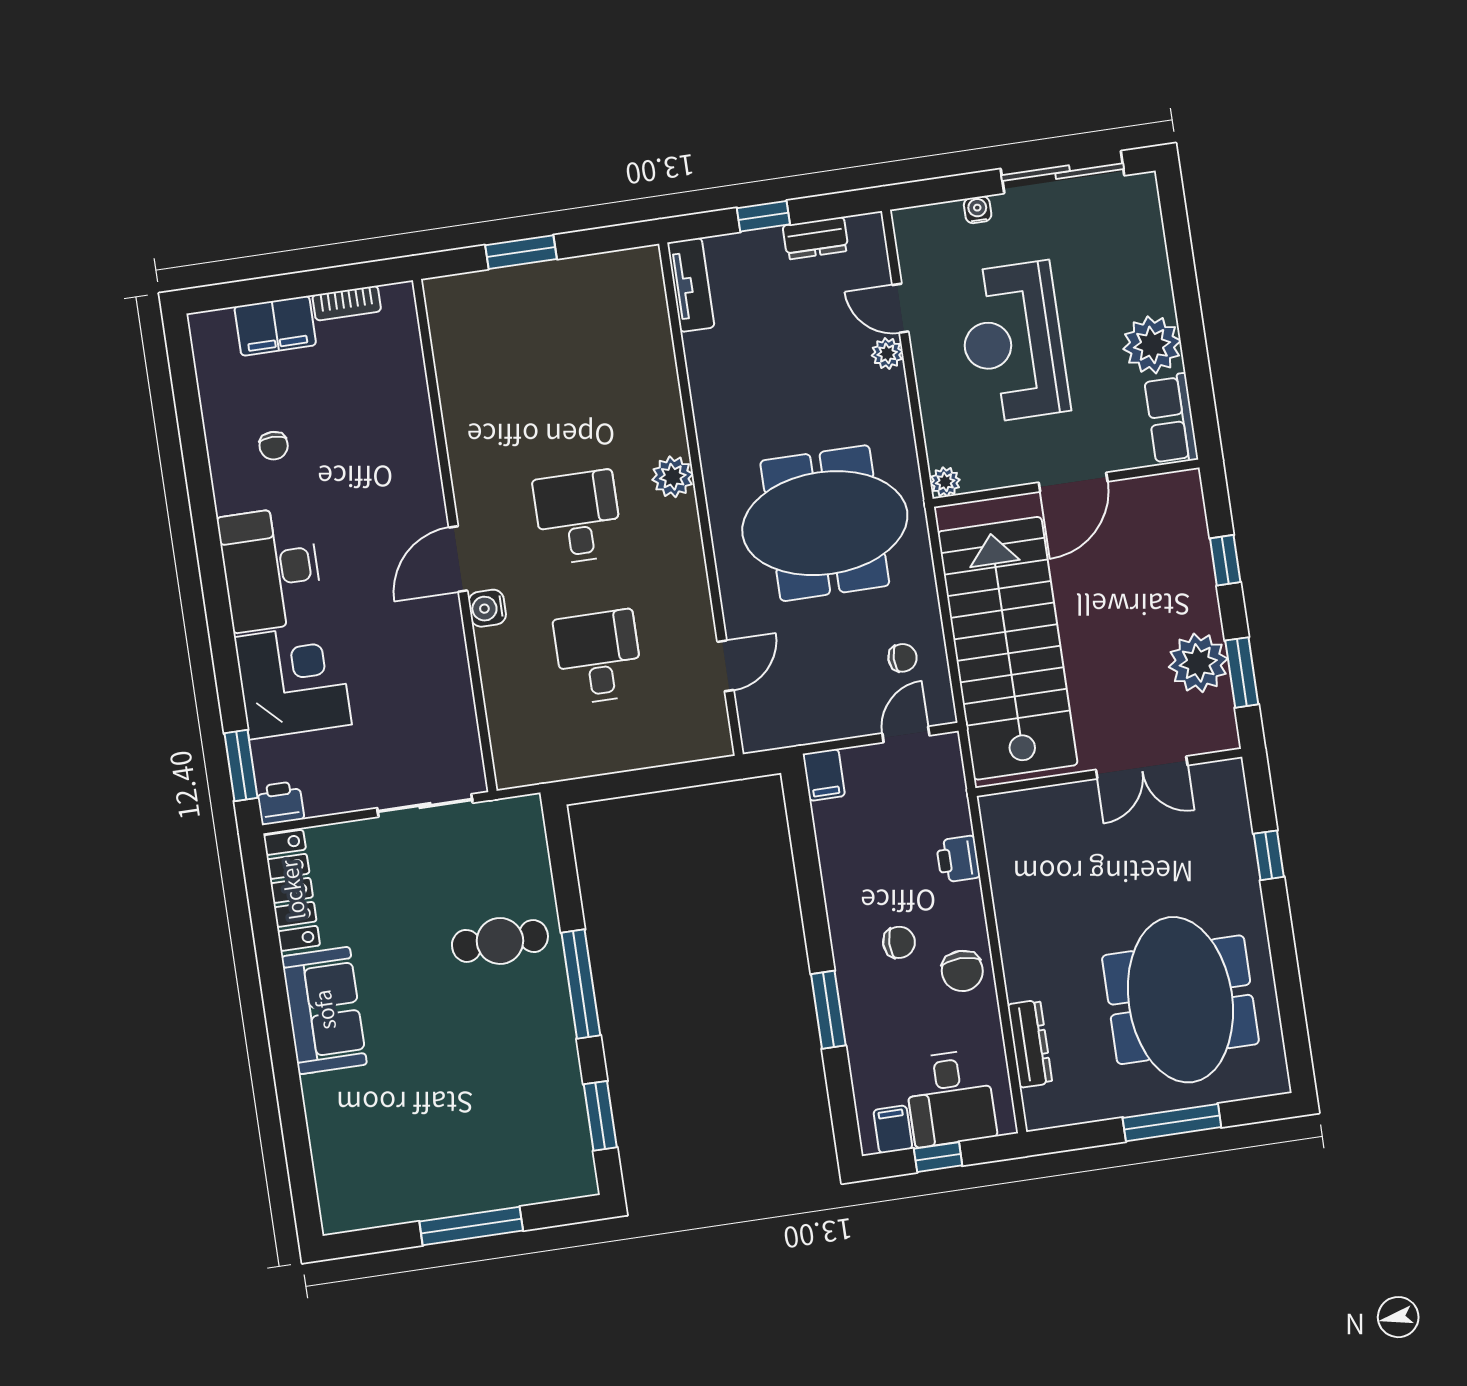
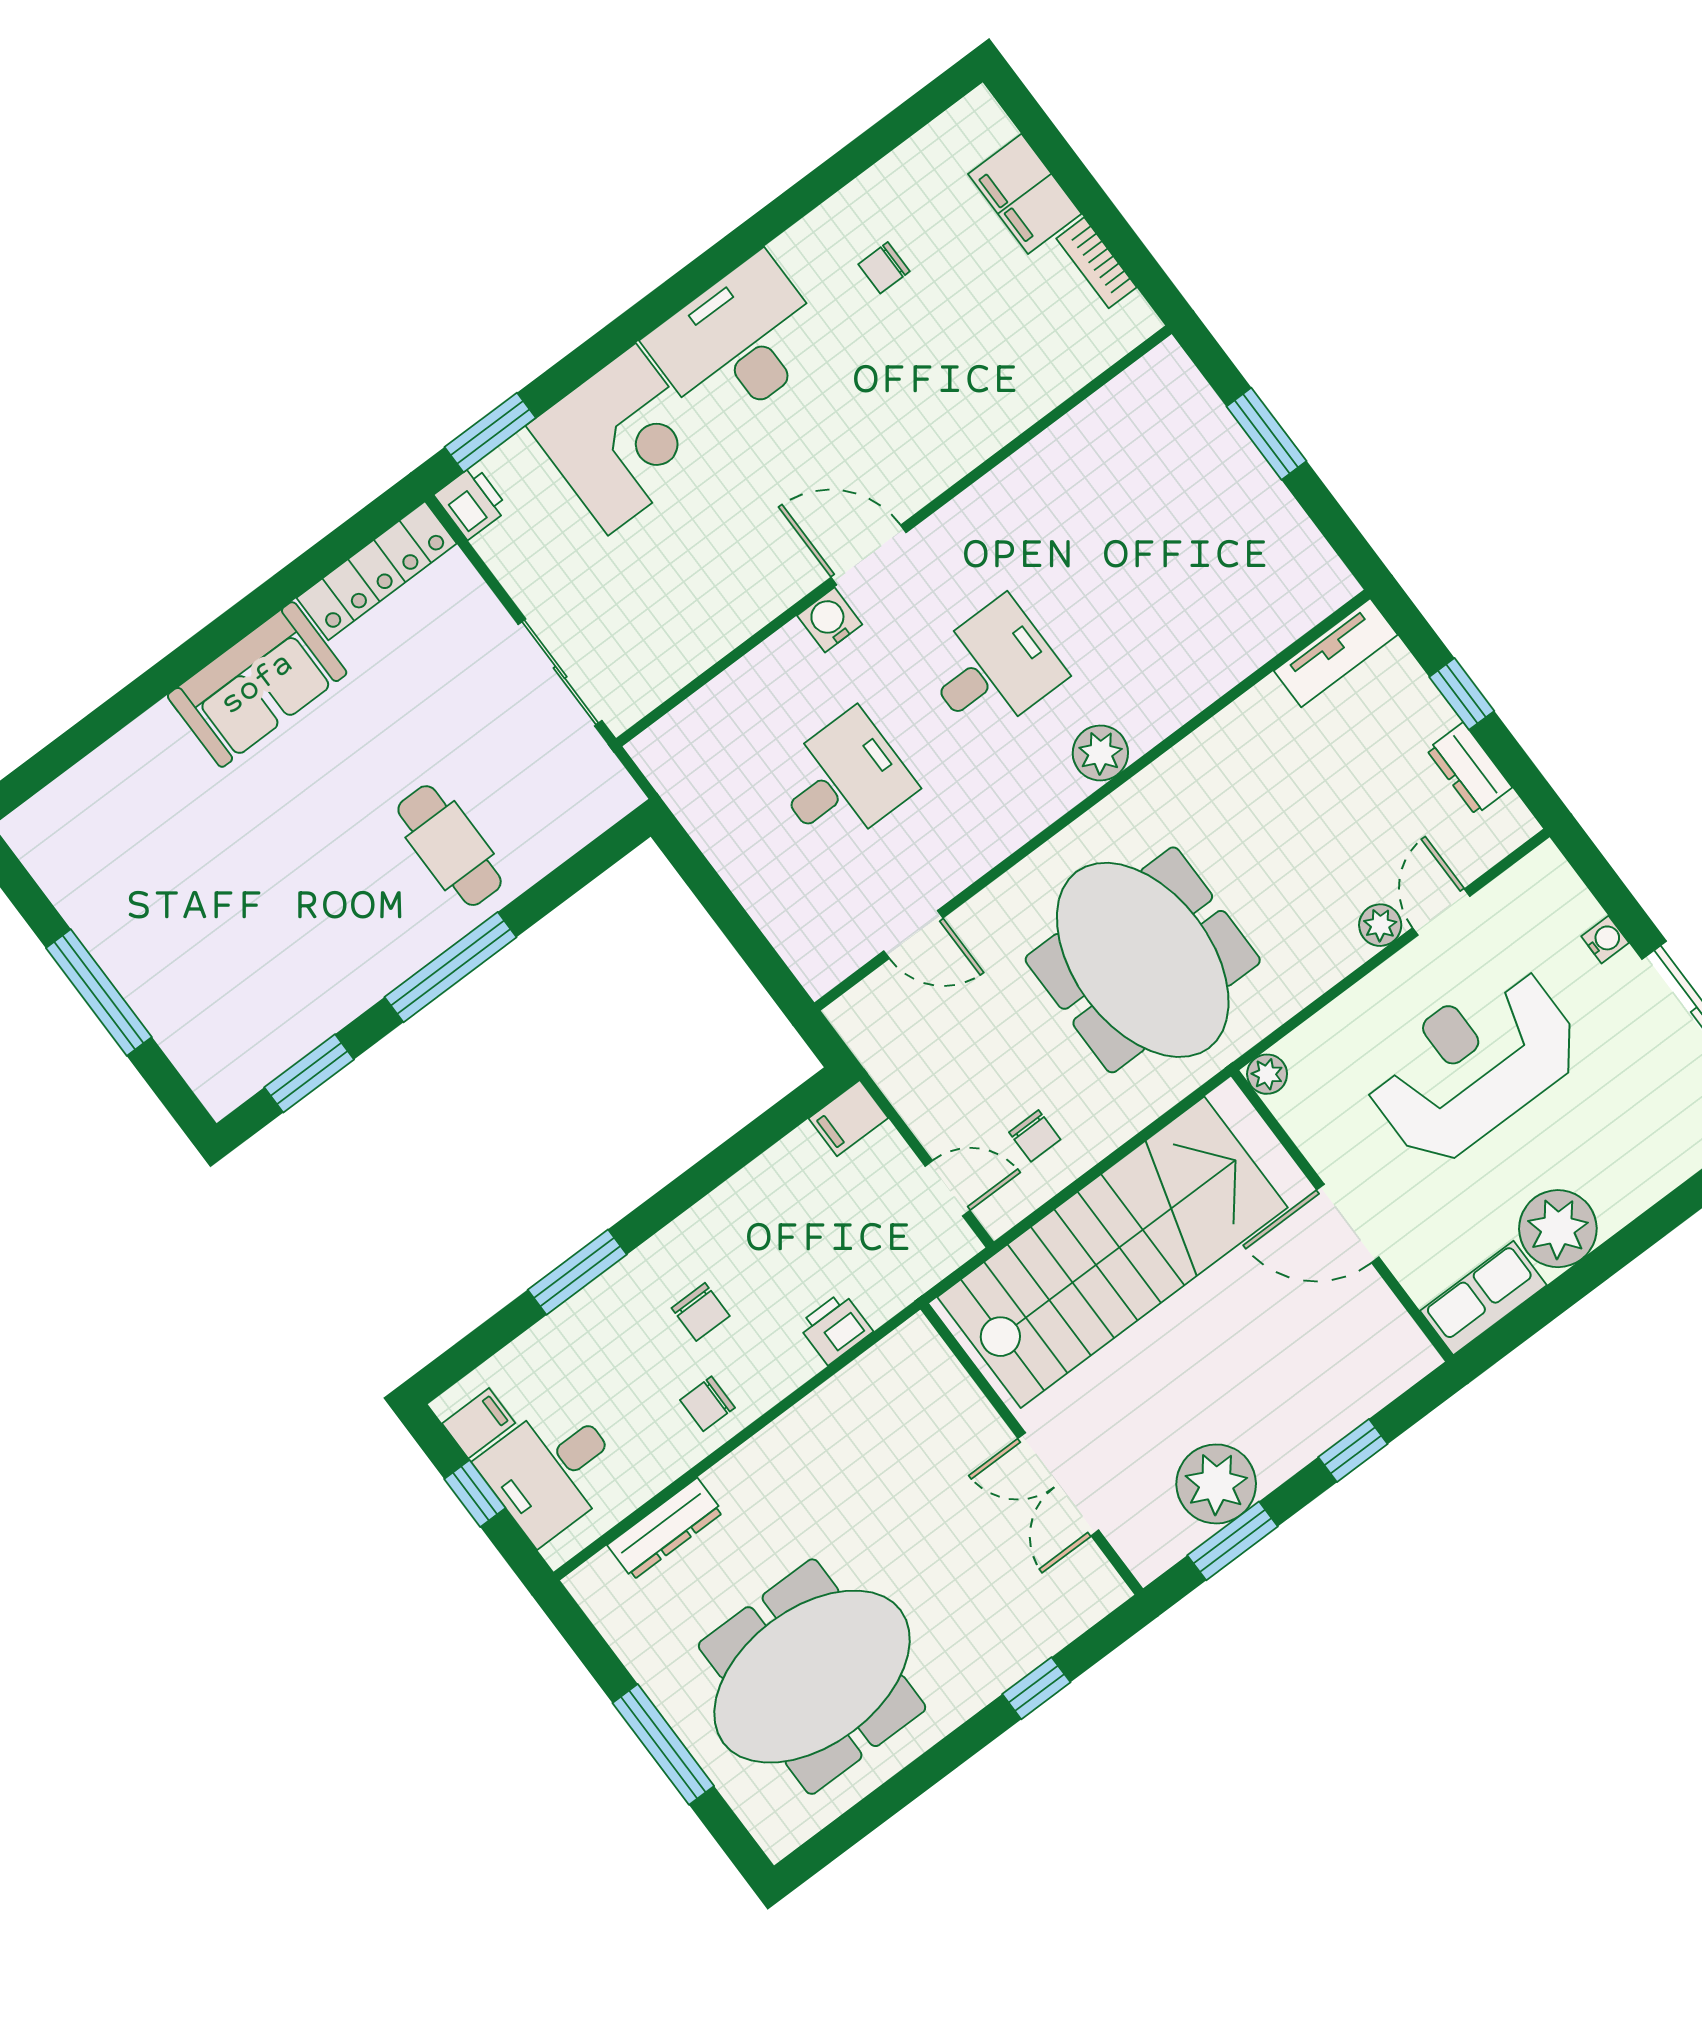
chair: (962, 971) -> (707, 1404), width x0.73, depth x0.73

